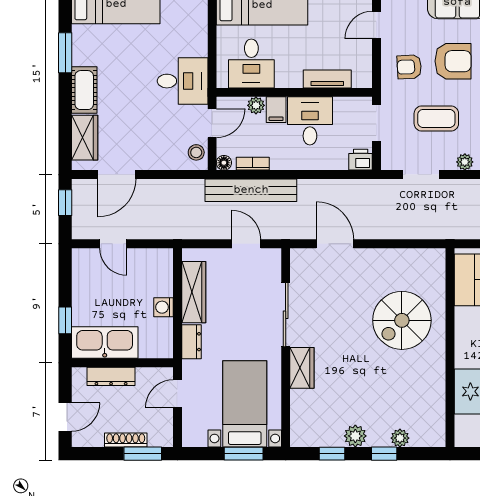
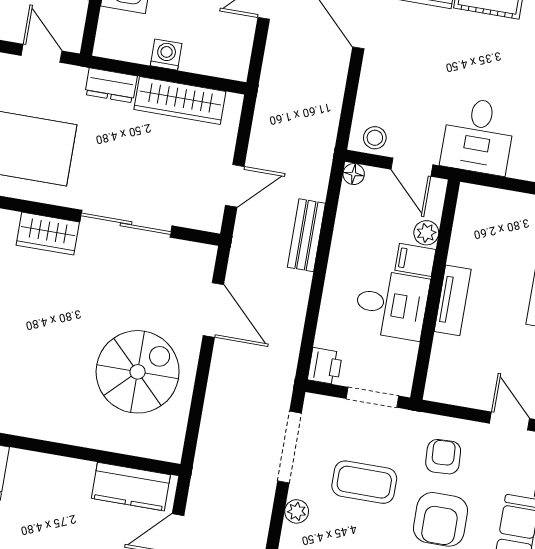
desk: (251, 63) -> (486, 236), removed
tv unit: (327, 79) -> (453, 300), moved
coffee table: (436, 118) -> (364, 482), turned 90
bookcase: (253, 164) -> (345, 214), removed
doorway: (421, 175) -> (289, 447), width x1.38
bench: (251, 190) -> (306, 235), width x0.54, depth x0.82
door: (335, 244) -> (213, 310), hinge flipped
spiral stairs: (402, 320) -> (138, 372), moved, turned 90

